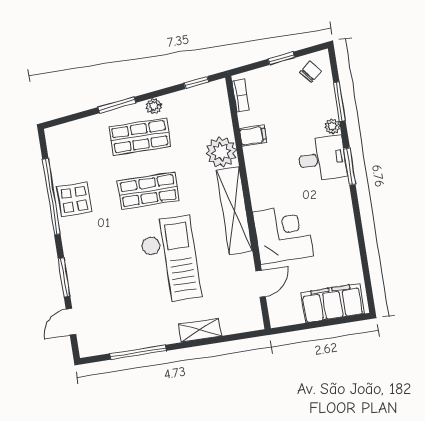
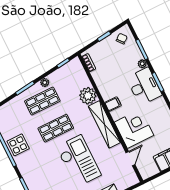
filing cabinet: (253, 136) -> (113, 104), moved
desk: (322, 159) -> (144, 86), width x1.37

